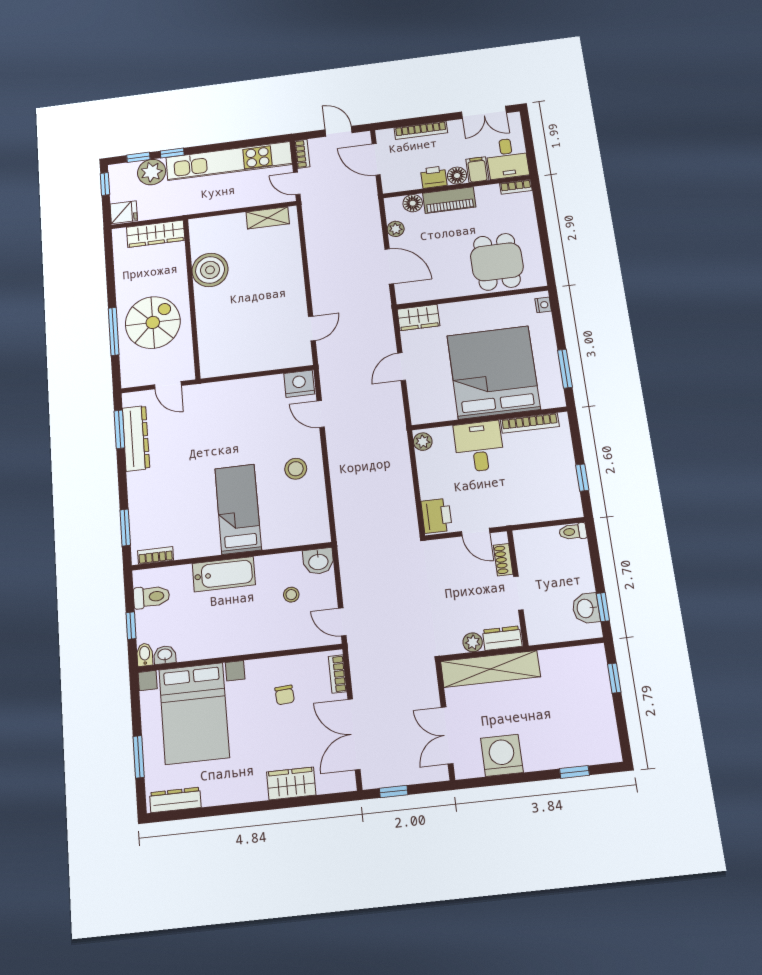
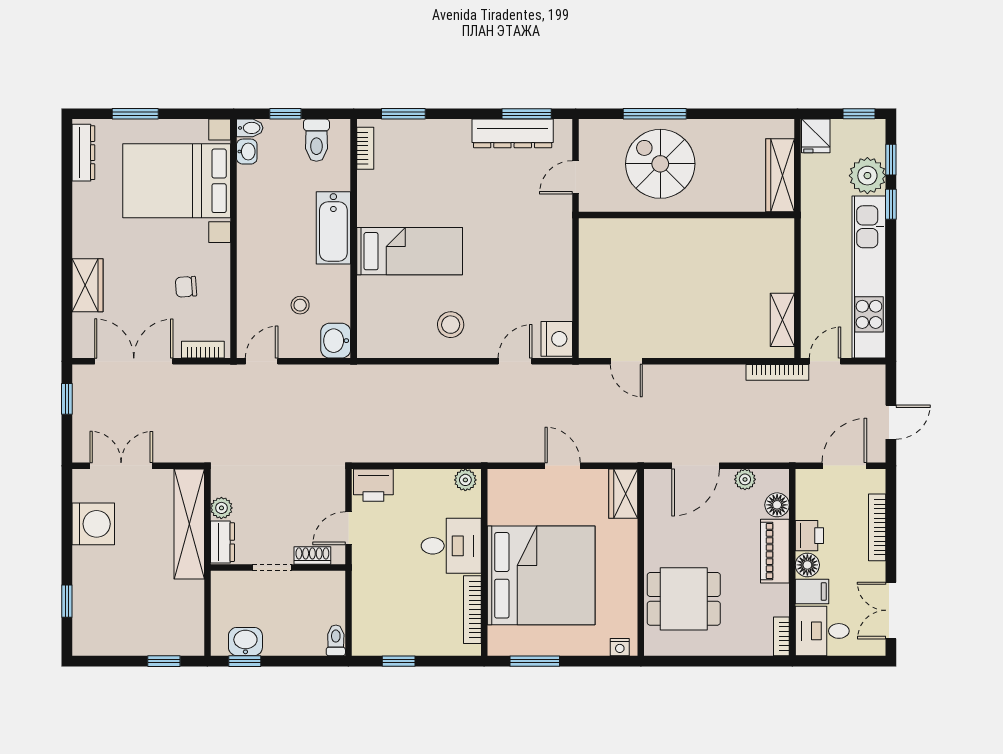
bookcase: (302, 154) -> (777, 372), moved, width x1.56
boiler: (210, 270) -> (721, 241), removed
spiral stairs: (153, 322) -> (660, 164), turned 180

